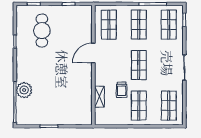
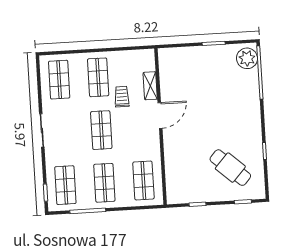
cafe table: (42, 31) -> (230, 168), turned -48
door: (93, 53) -> (160, 115), moved
plant: (24, 90) -> (247, 58), moved

